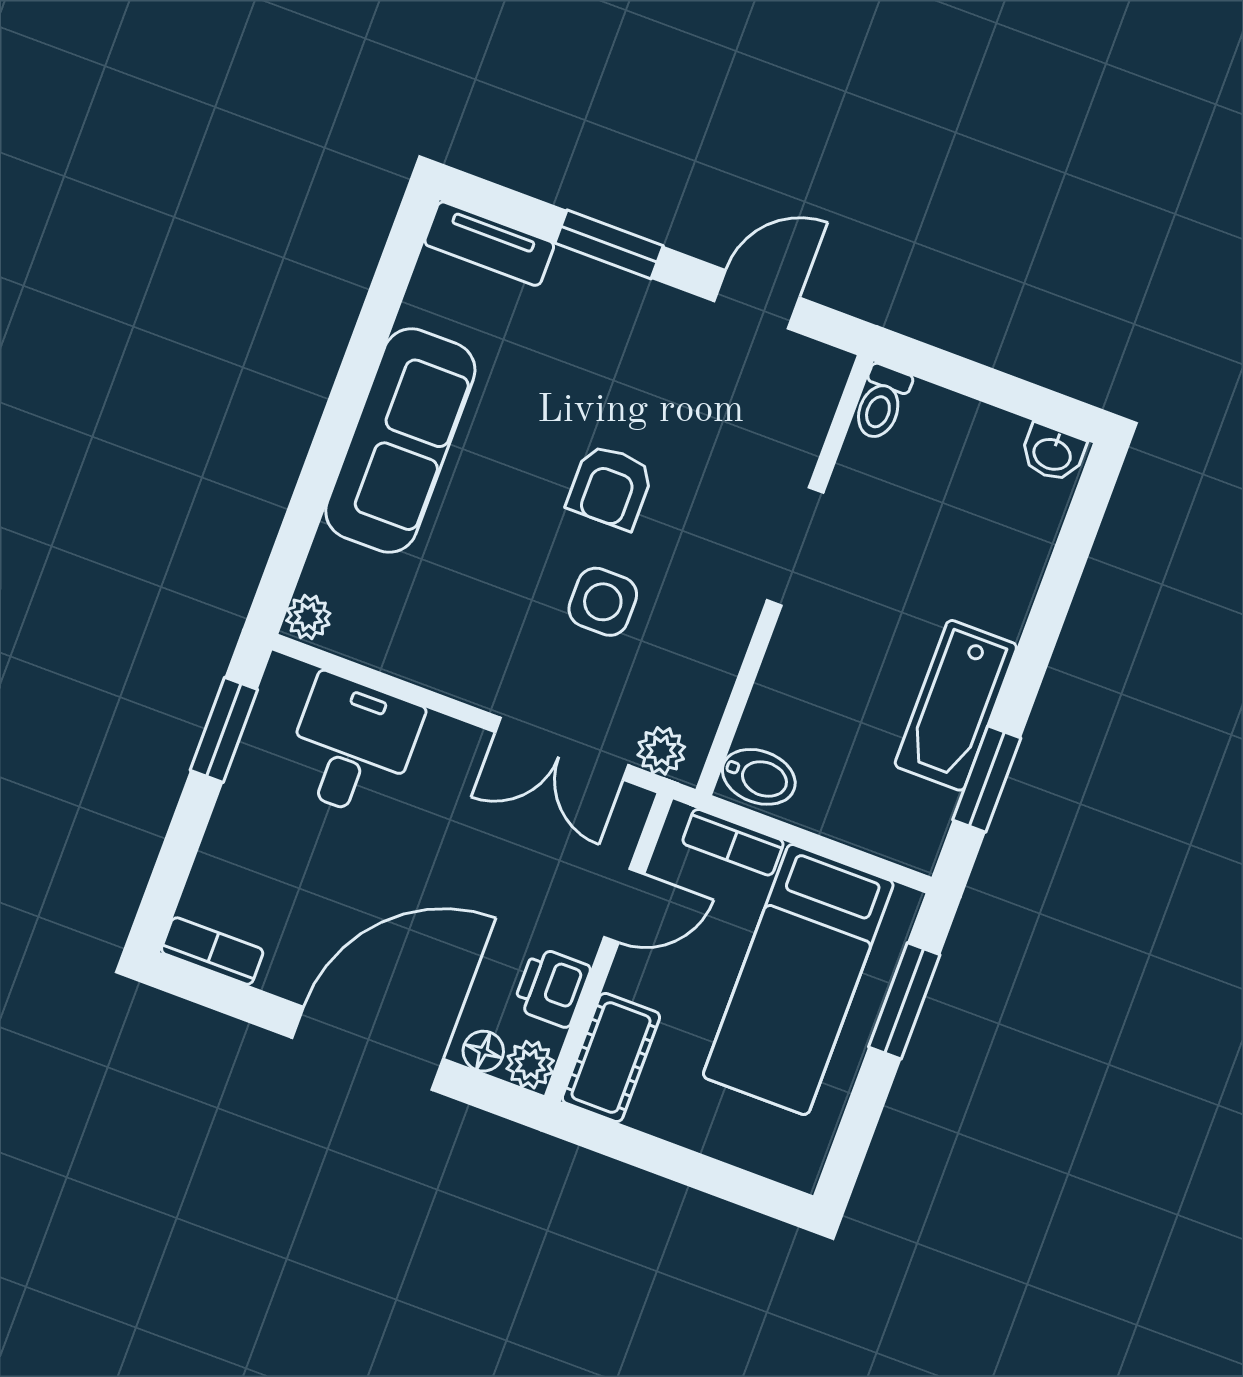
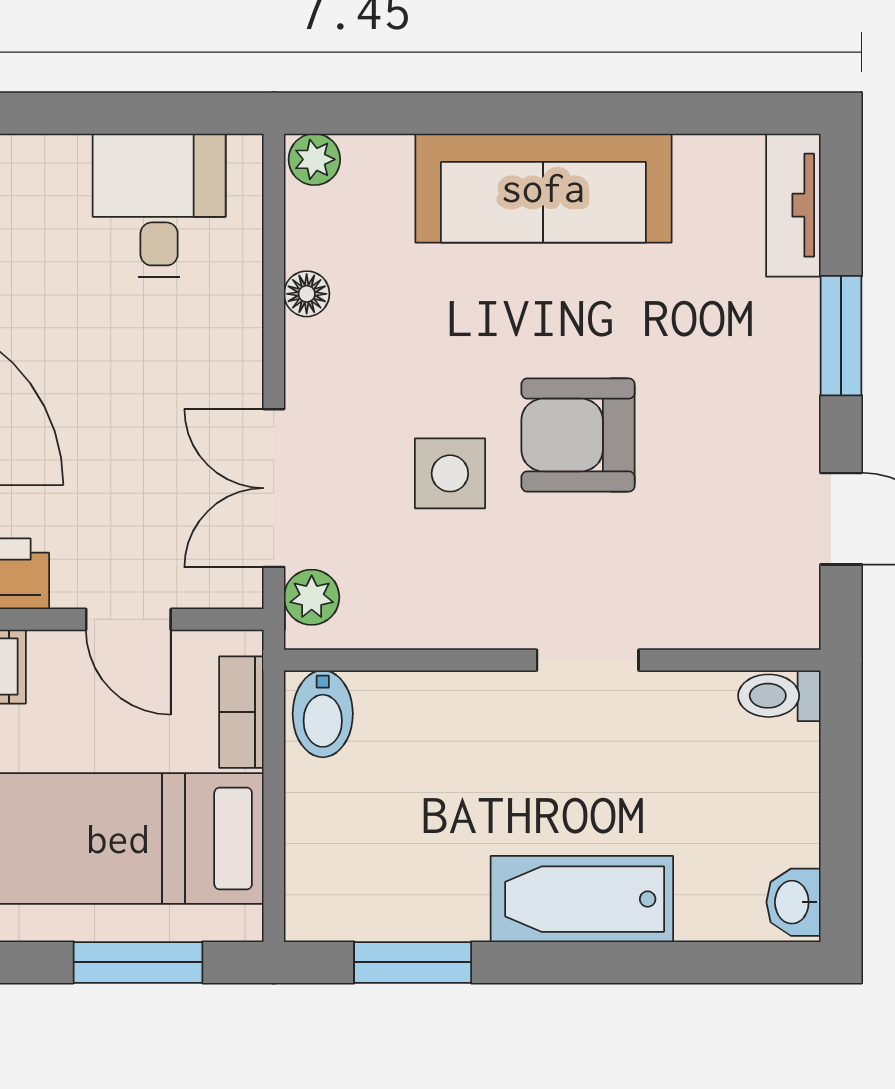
armchair: (610, 487) -> (578, 435), width x1.38, depth x1.38
doorway: (795, 547) -> (588, 660), width x0.73
floor lamp: (415, 664) -> (307, 294), added
bathtub: (956, 705) -> (582, 899), moved
window: (224, 730) -> (158, 113), removed
desk: (352, 746) -> (159, 205), moved, turned -90

